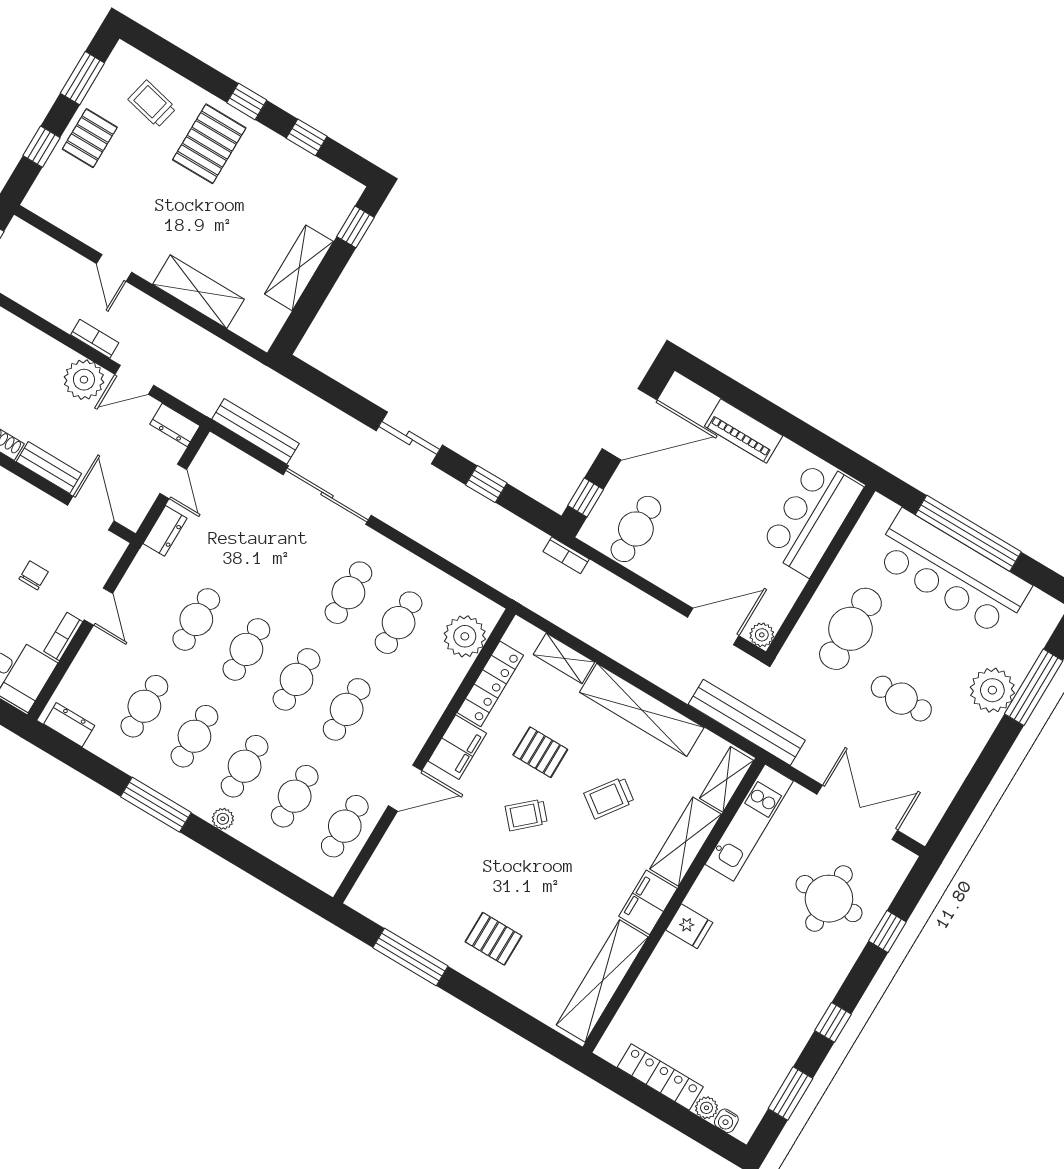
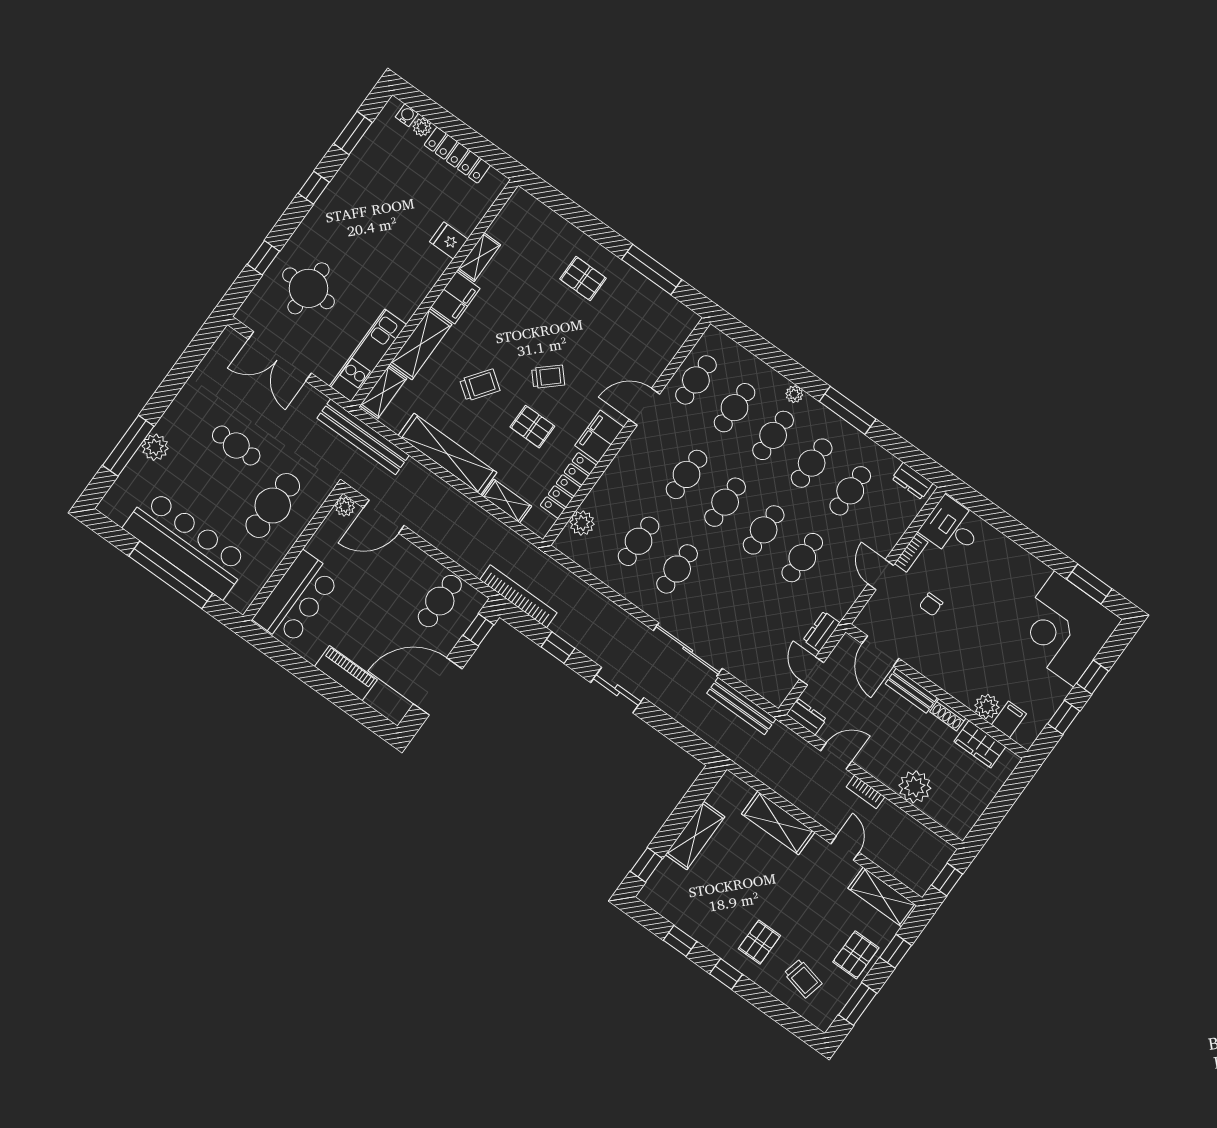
pallet: (209, 144) -> (759, 942), width x0.67, depth x0.71
shelving: (63, 212) -> (882, 897), added
plant: (84, 380) -> (915, 787), moved
bookcase: (566, 555) -> (518, 596), width x2.31, depth x1.31
plant: (465, 636) -> (582, 523), width x0.73, depth x0.73
plant: (992, 690) -> (155, 447), width x0.73, depth x0.73
fridge: (689, 926) -> (449, 241), moved
shelving: (602, 981) -> (479, 257), width x0.45, depth x0.75

